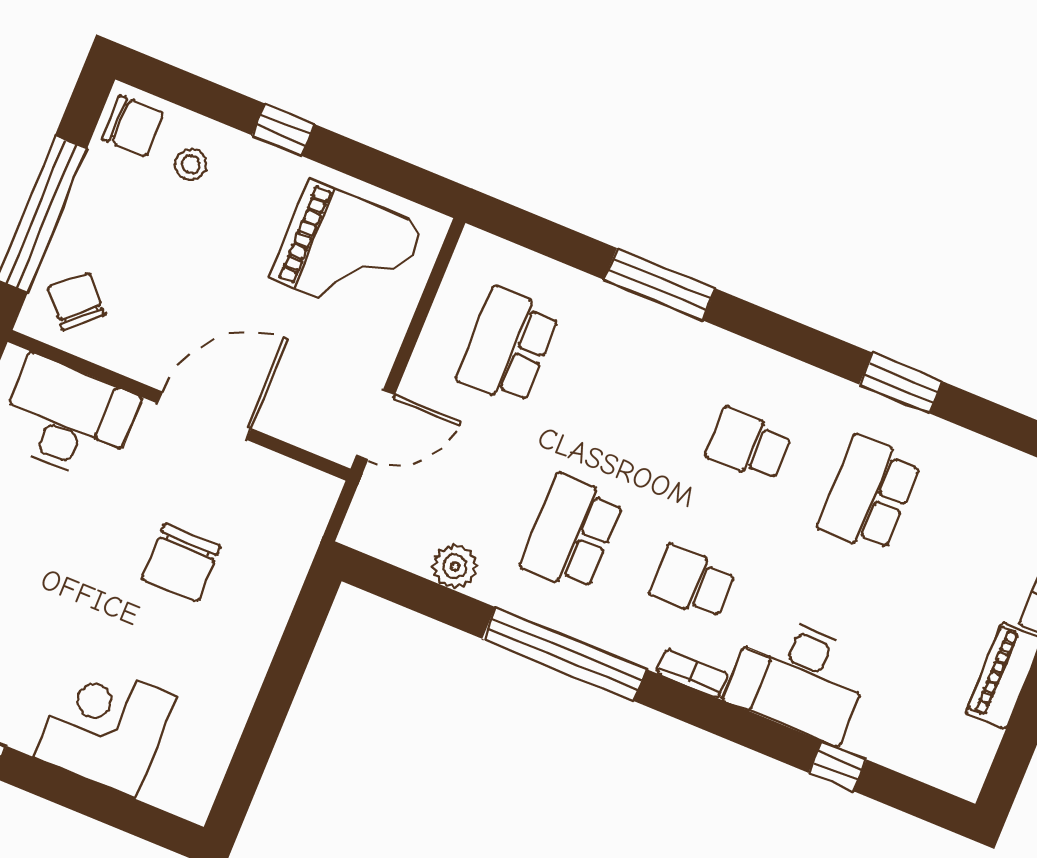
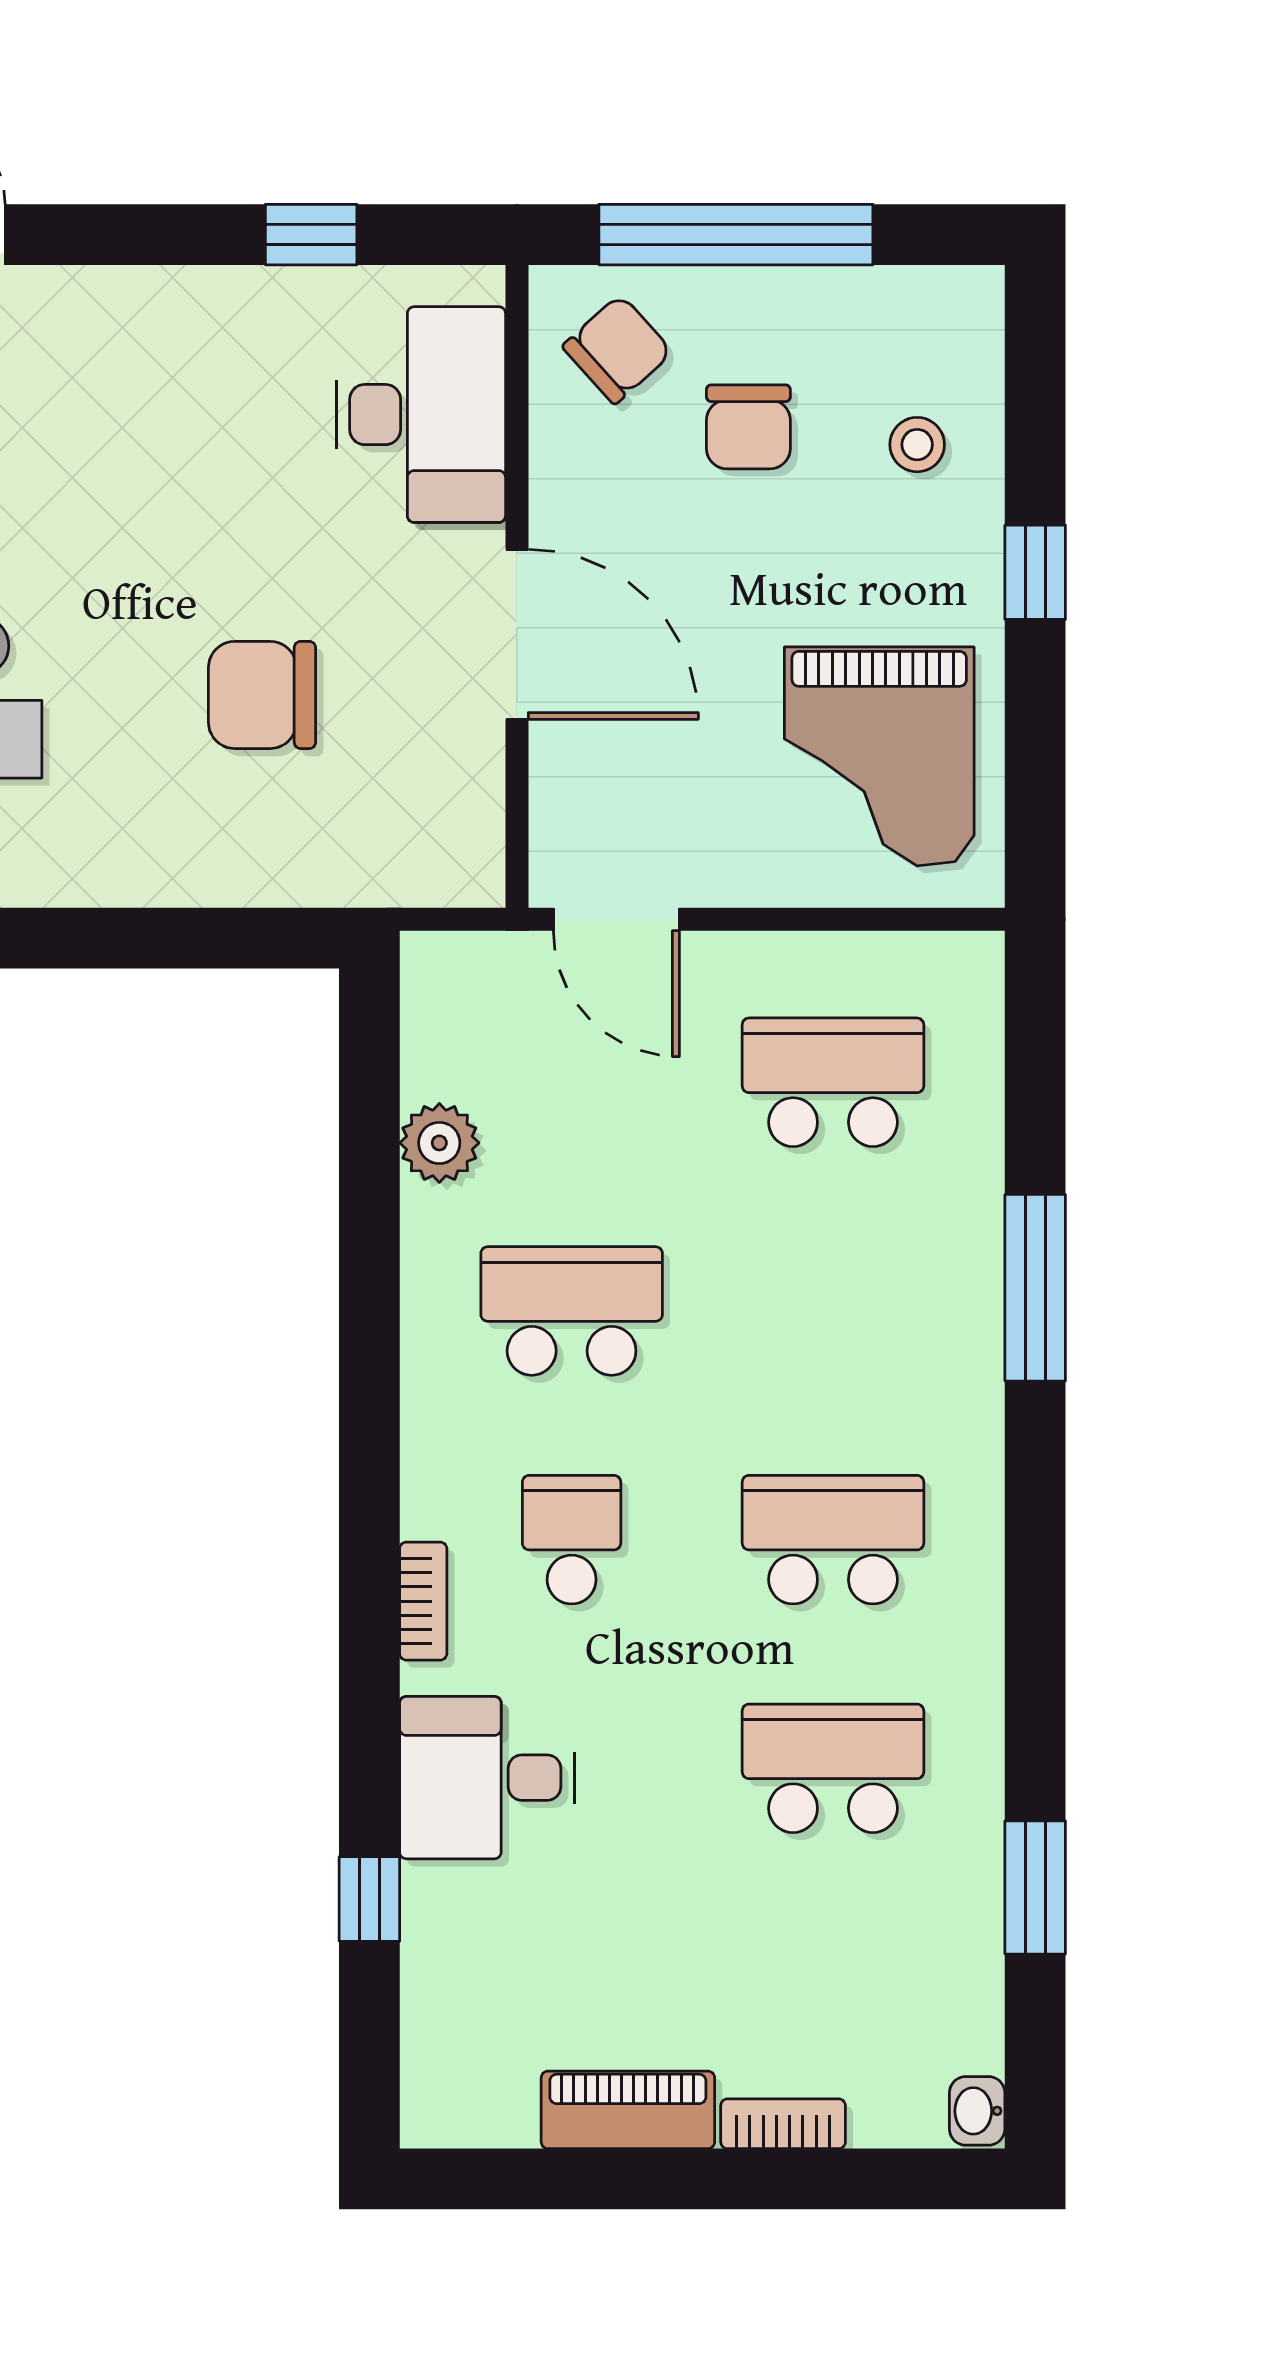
chair: (133, 126) -> (748, 427), moved
window: (901, 383) -> (1035, 1887), moved
school desk: (749, 445) -> (833, 1540), width x1.85
window: (564, 654) -> (369, 1380), removed
desk: (799, 678) -> (487, 1778), width x0.73

